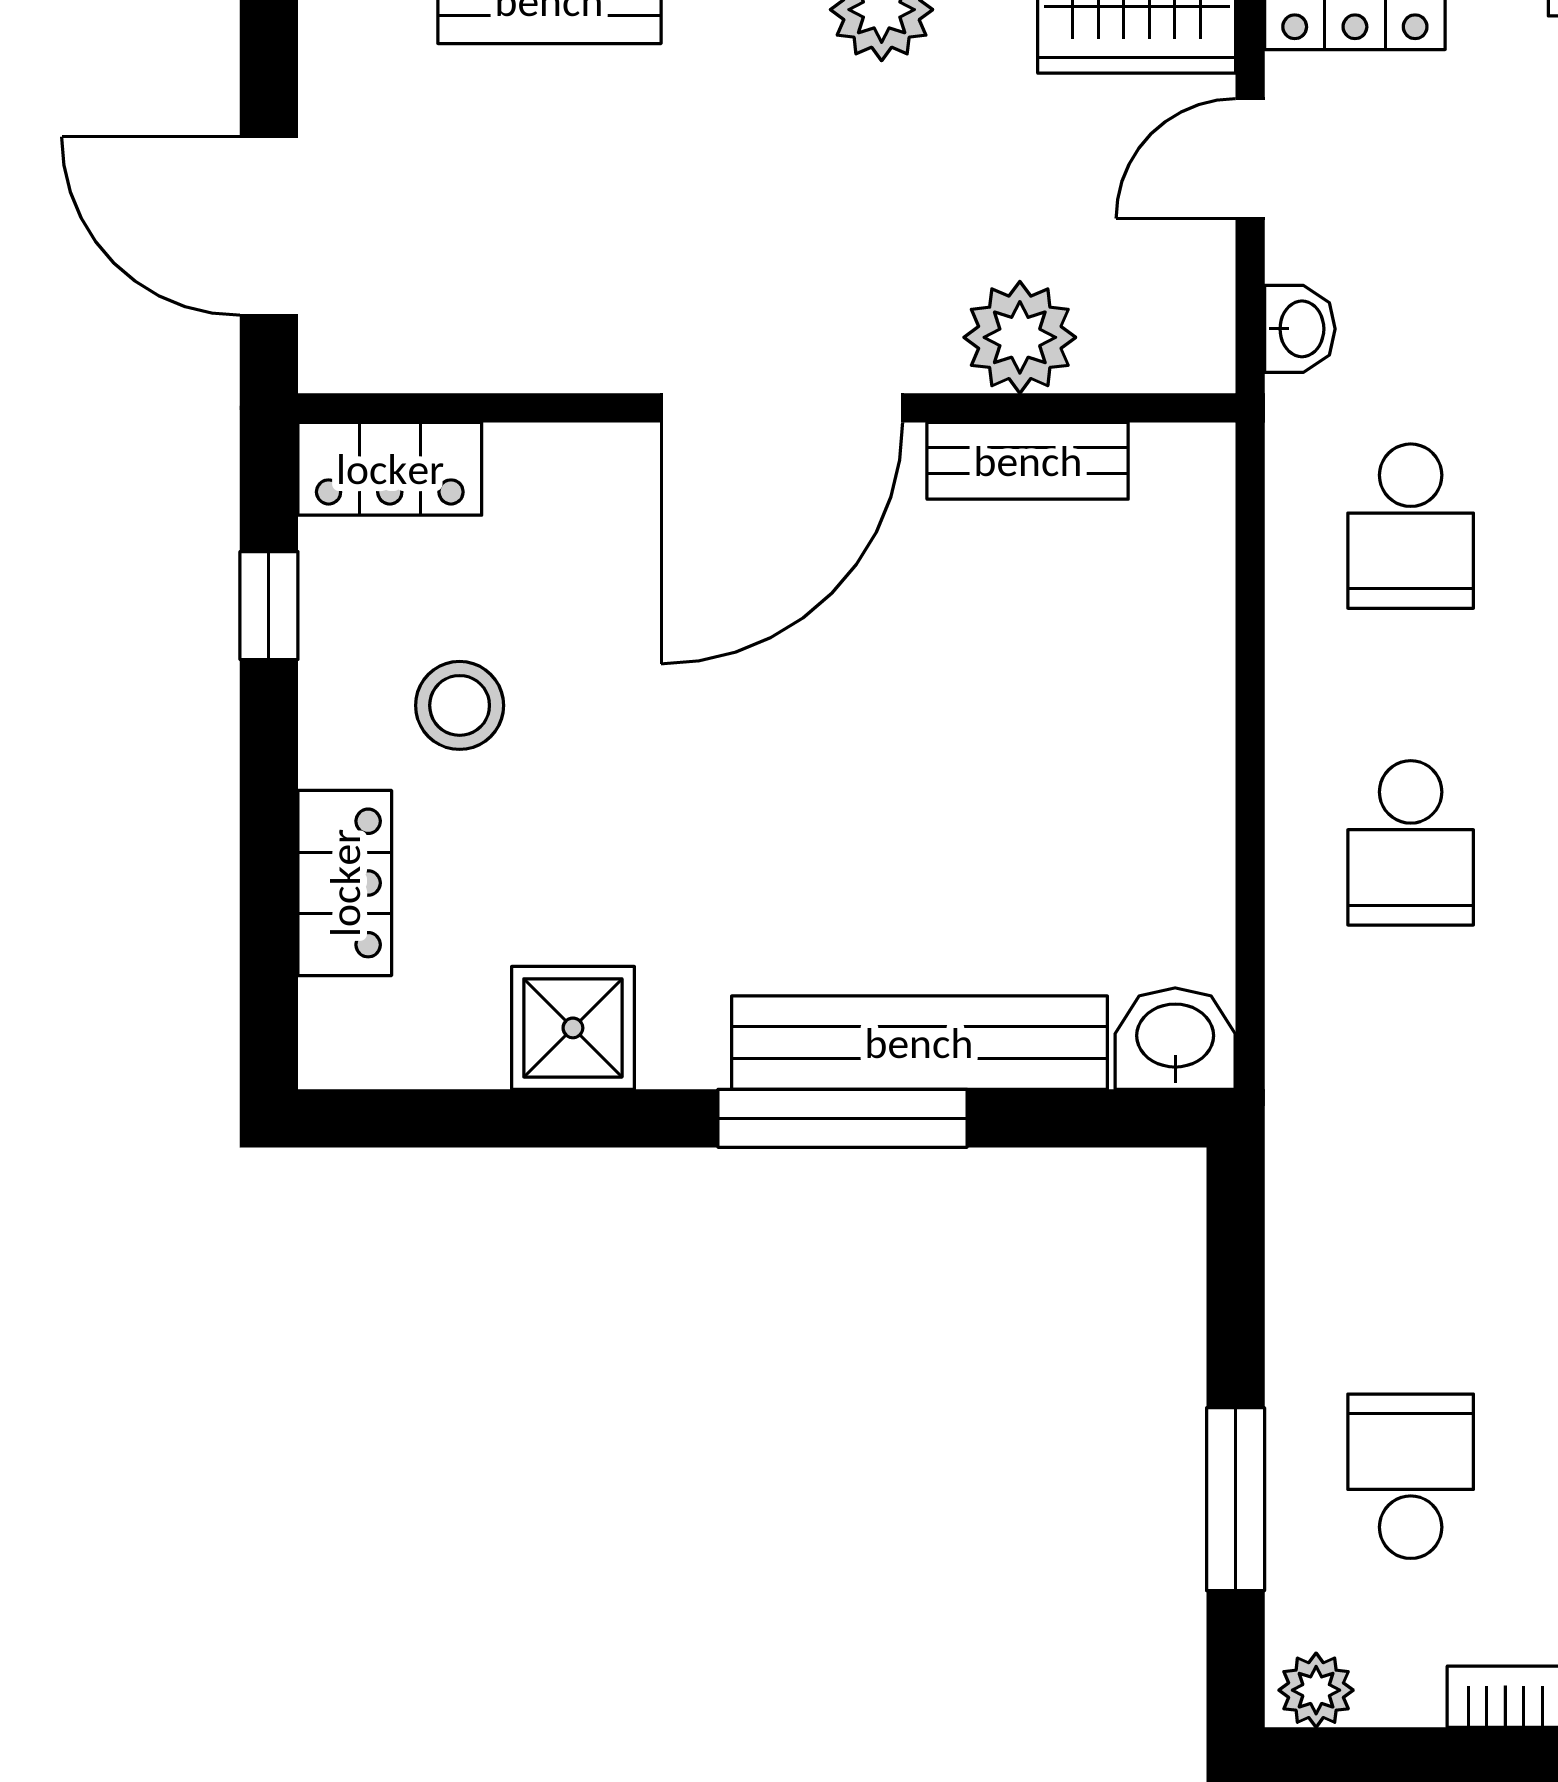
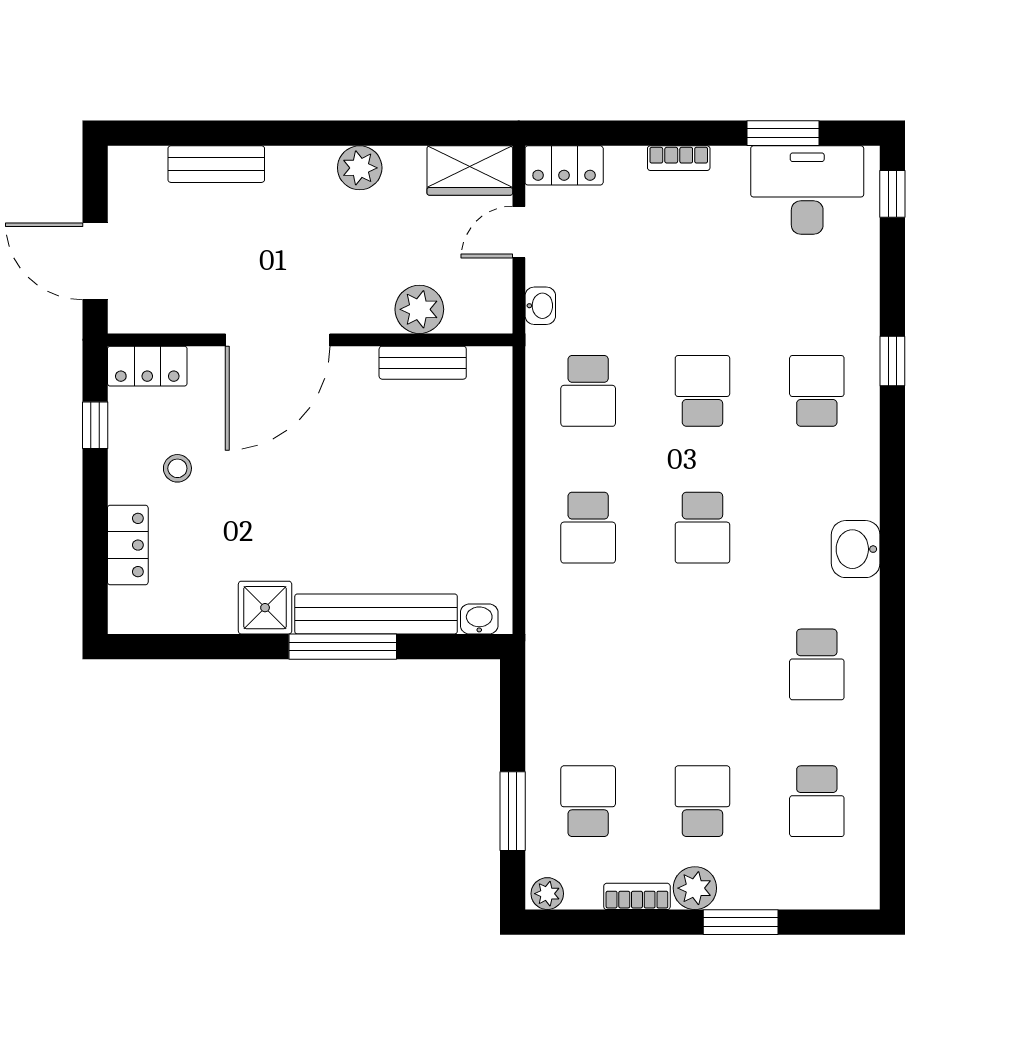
door: (782, 408) -> (278, 340), moved
stool: (460, 705) -> (177, 468), width x0.73, depth x0.73
shower: (573, 1028) -> (265, 608), moved
washbasin: (1175, 1039) -> (479, 619), width x0.72, depth x0.69

